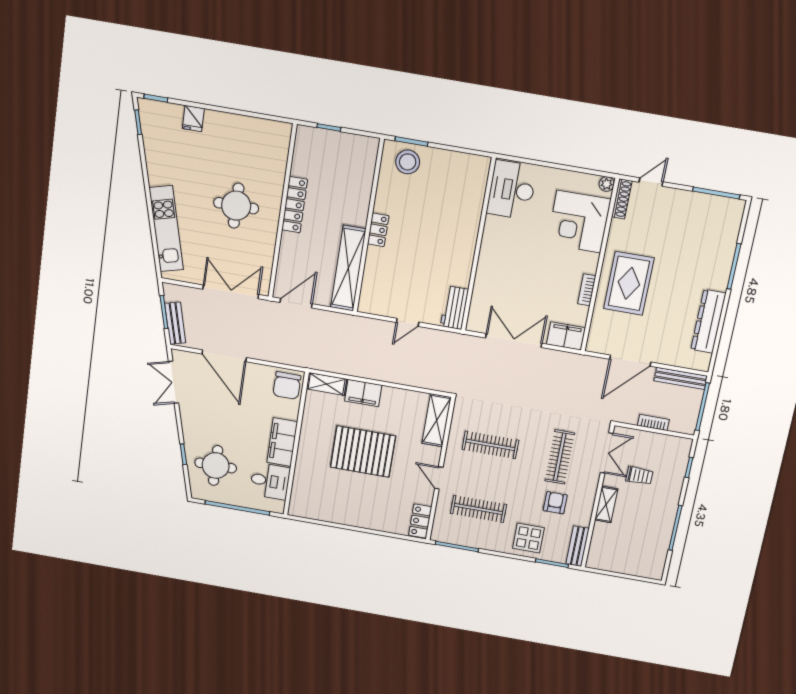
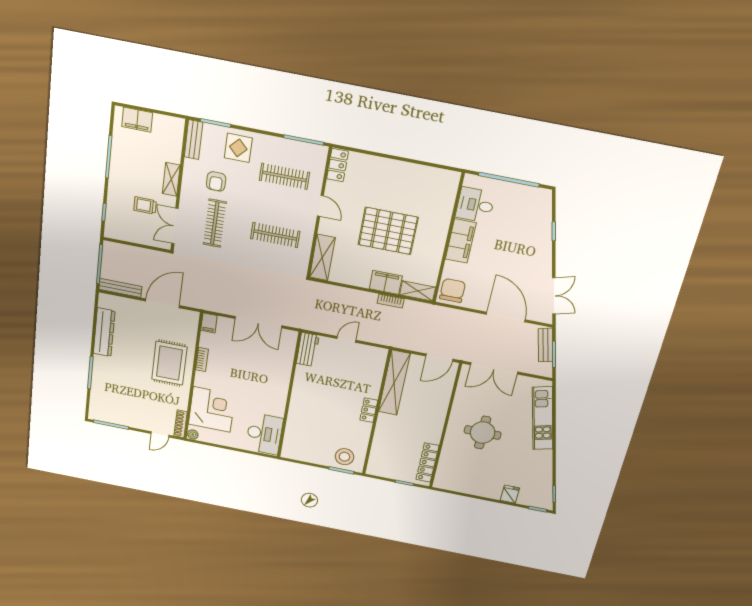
locker: (295, 205) -> (427, 463), moved
filing cabinet: (566, 336) -> (209, 323), width x0.50
bookcase: (653, 422) -> (391, 301), moved
round table: (216, 465) -> (525, 220), removed
filing cabinet: (638, 566) -> (137, 120), added

